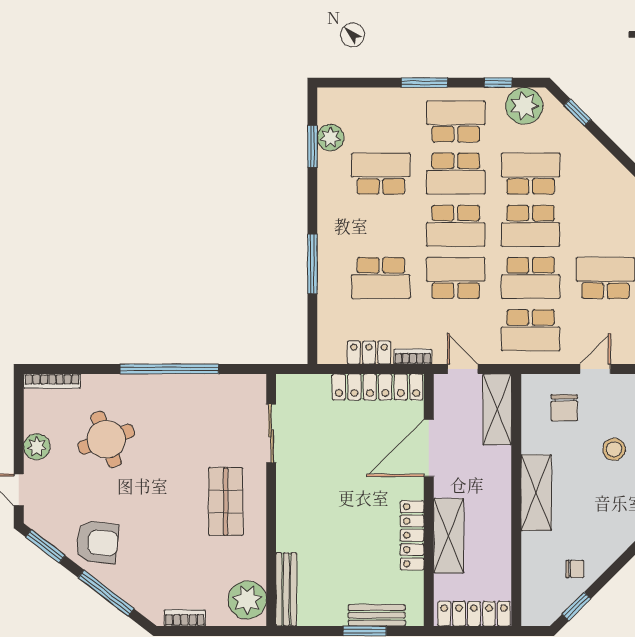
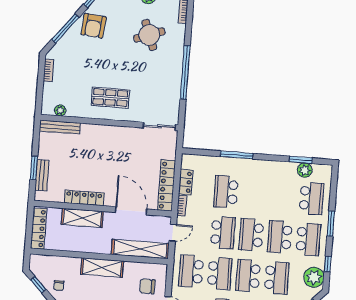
school desk: (381, 174) -> (311, 198), moved
school desk: (531, 278) -> (220, 273), turned 180
shelving: (497, 409) -> (140, 249), width x1.47
sliding door: (271, 433) -> (159, 126), moved
plant: (247, 600) -> (60, 110), width x0.53, depth x0.53

